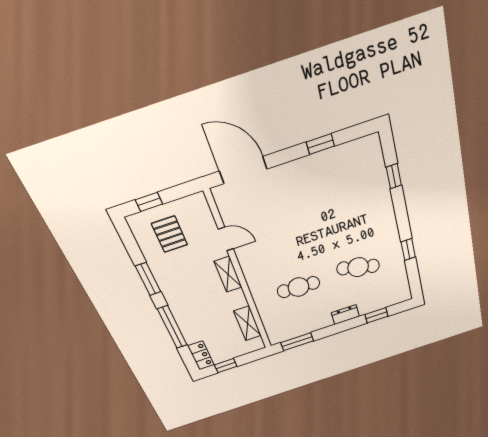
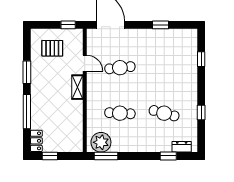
window: (149, 202) -> (68, 25), moved
cafe table: (279, 228) -> (120, 68), added
pallet: (170, 234) -> (52, 48), turned 90
dresser: (345, 315) -> (182, 147), moved
shelving: (247, 323) -> (77, 128), removed
plant: (285, 329) -> (101, 142), added

